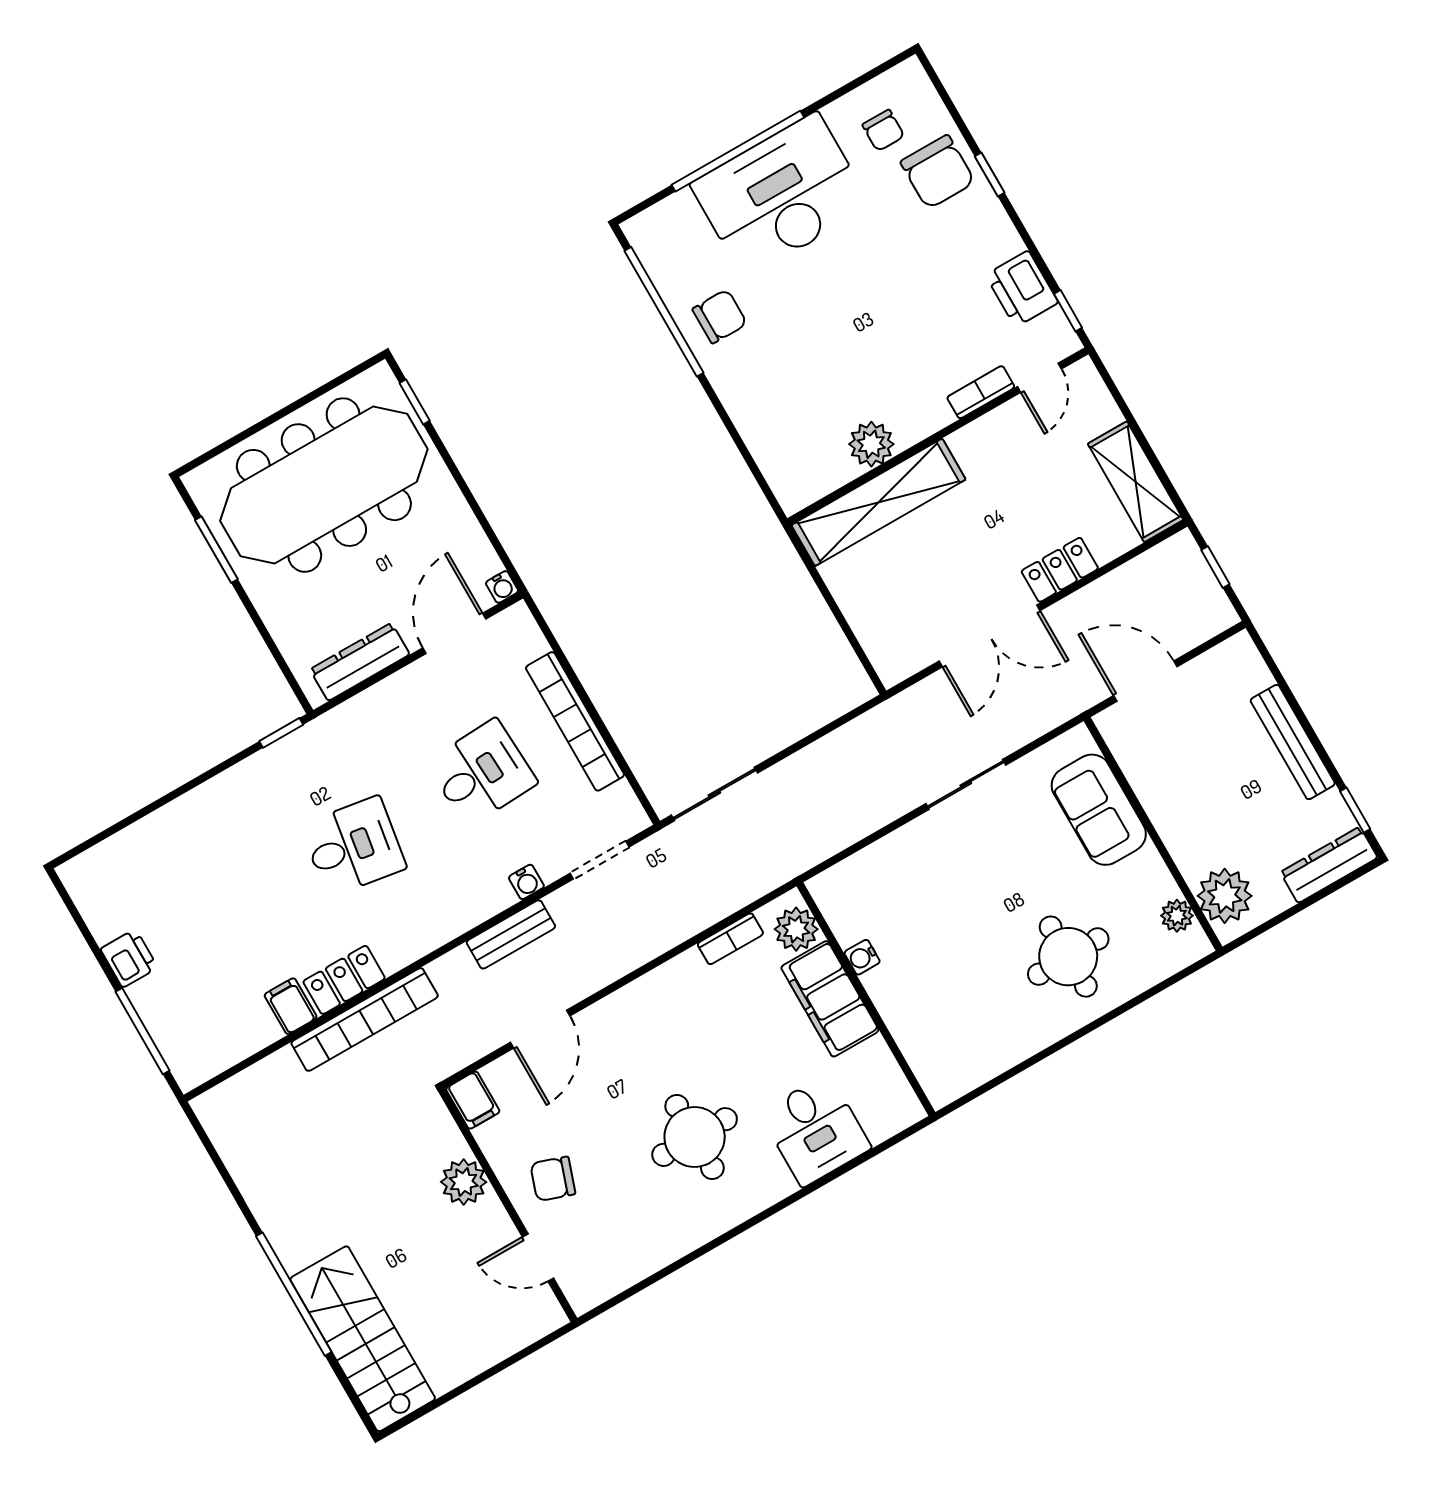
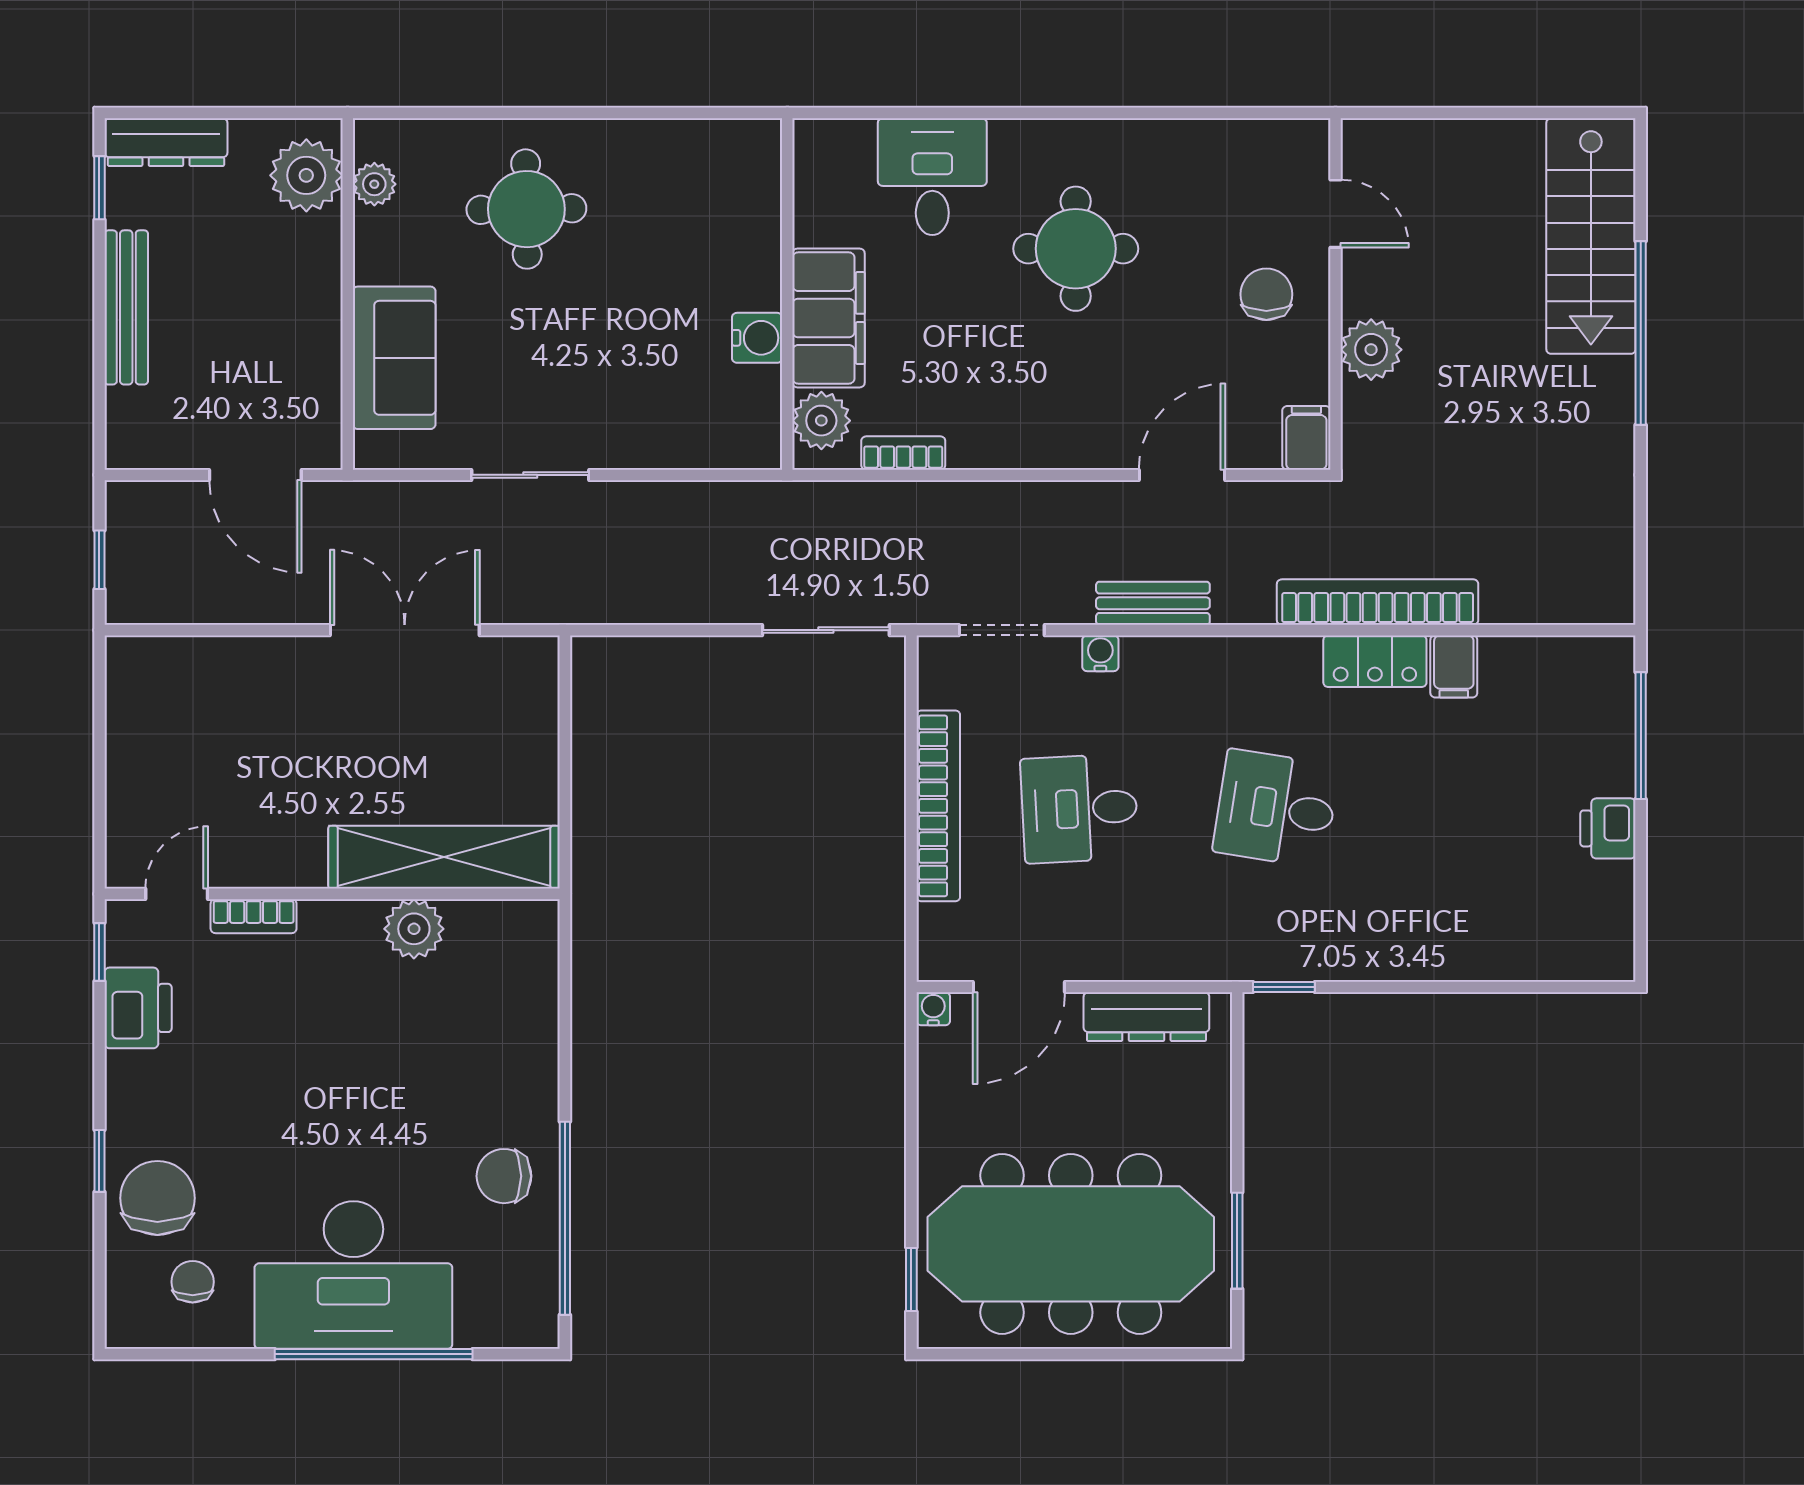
shelving: (1136, 482) -> (135, 711), removed
locker: (1060, 570) -> (280, 660), removed
water cooler: (862, 957) -> (757, 338), width x1.38, depth x1.38
chair: (553, 1179) -> (1266, 294), turned -109

